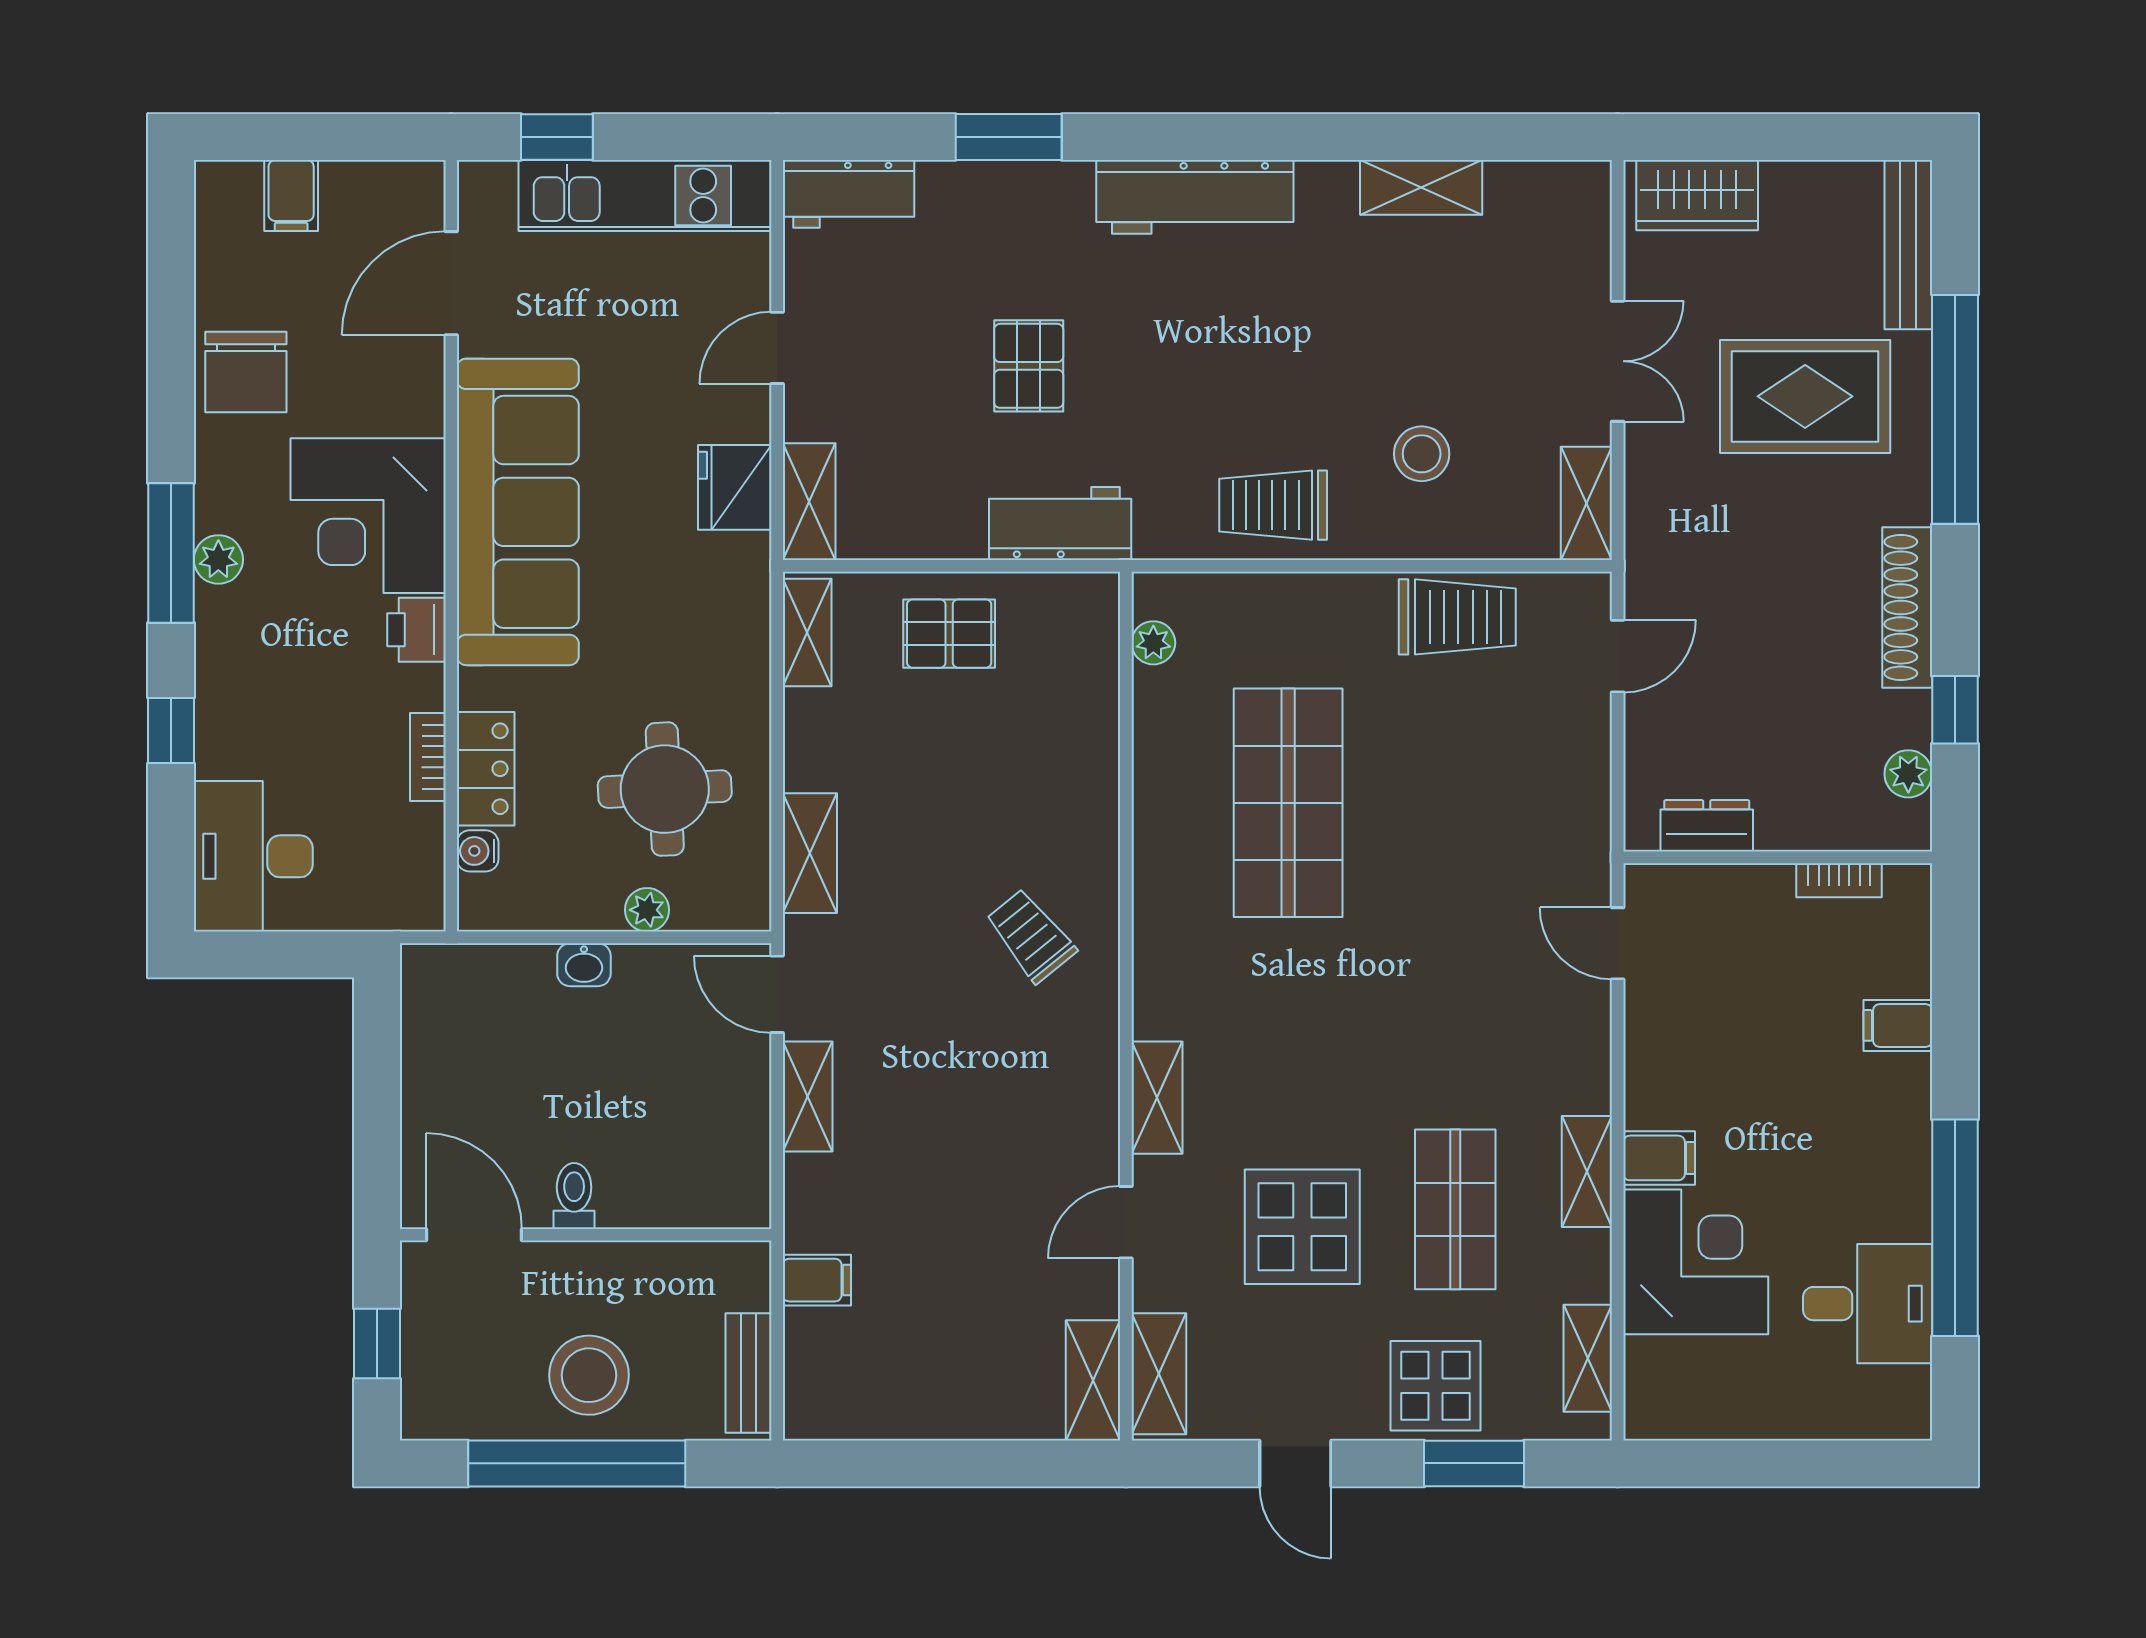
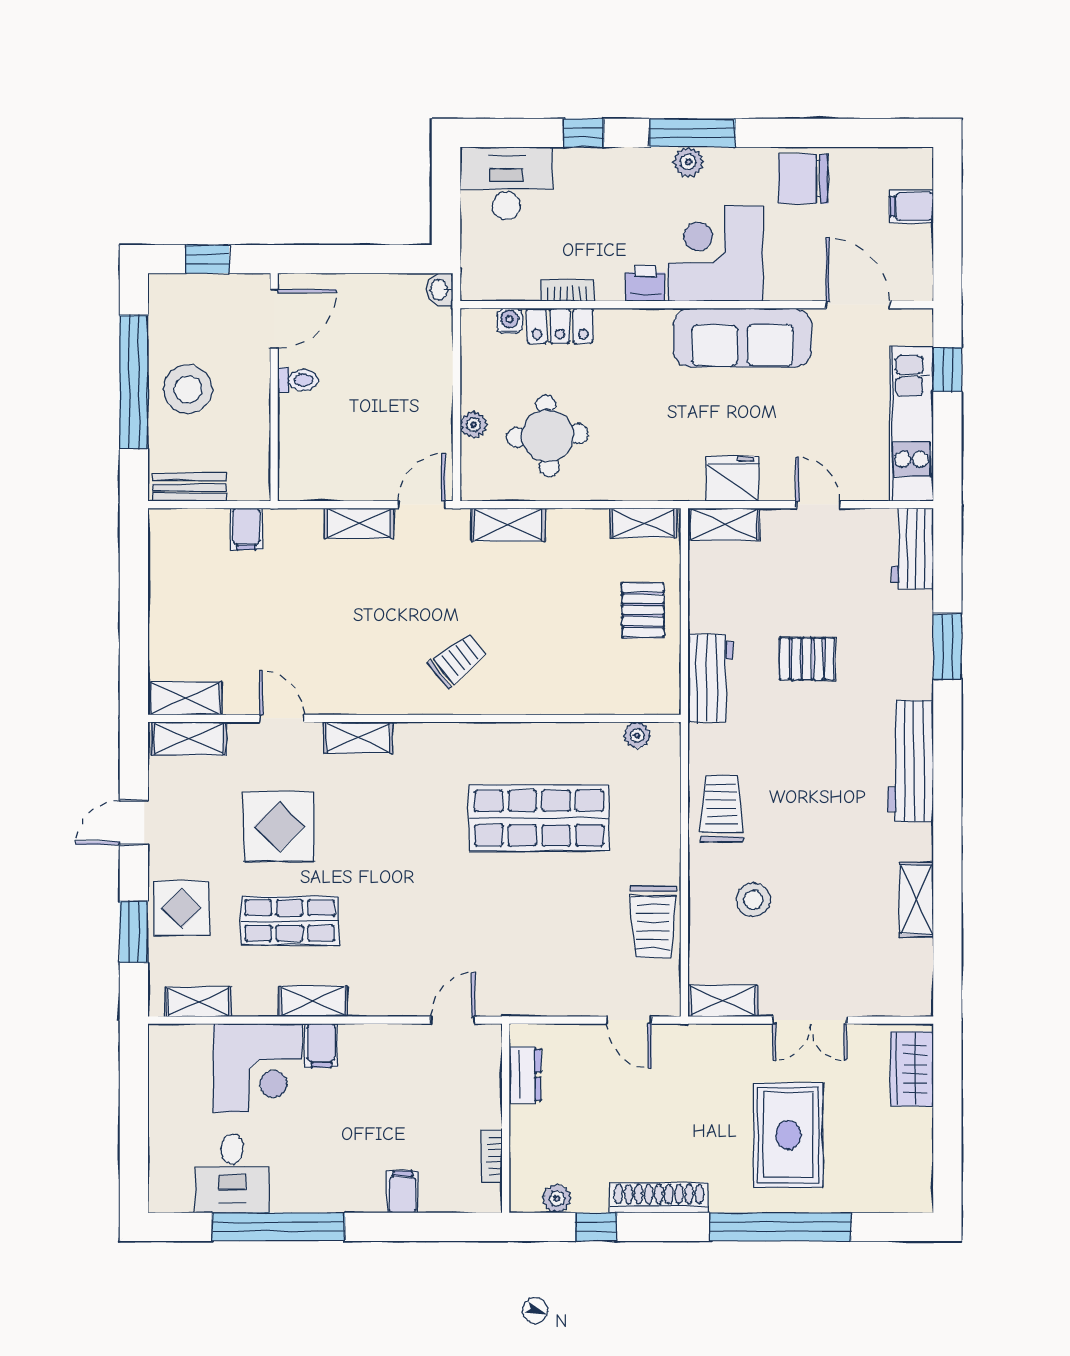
bench: (1908, 245) -> (881, 1198), removed
sofa: (518, 512) -> (742, 338), width x0.74, depth x0.79
washbasin: (584, 965) -> (440, 290), moved

